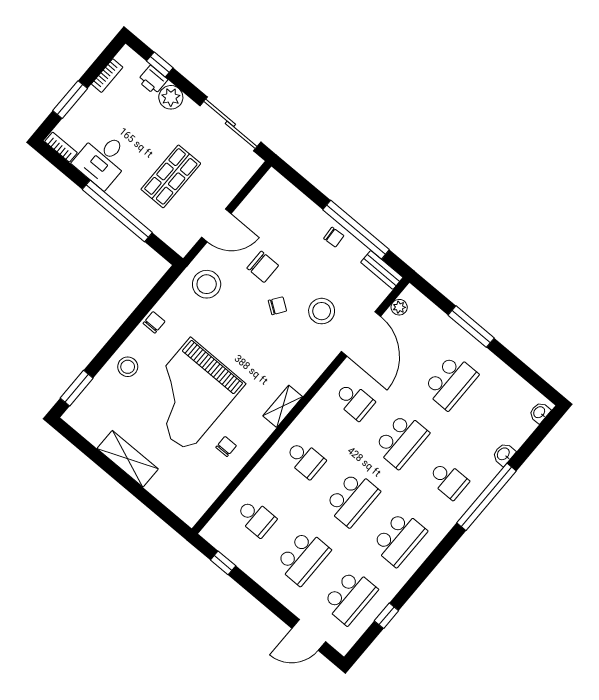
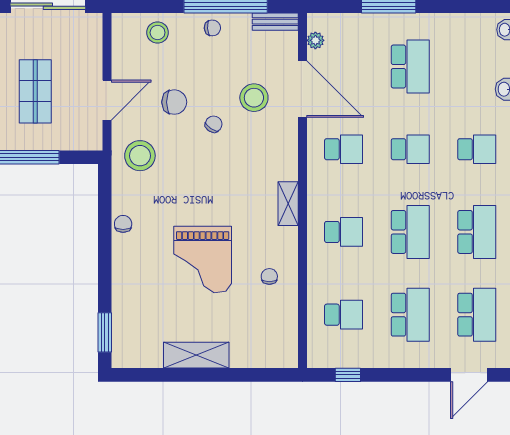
stool: (128, 367) -> (158, 33), moved
grand piano: (189, 395) -> (203, 260), width x0.73, depth x0.68
school desk: (401, 440) -> (410, 149), width x0.54

